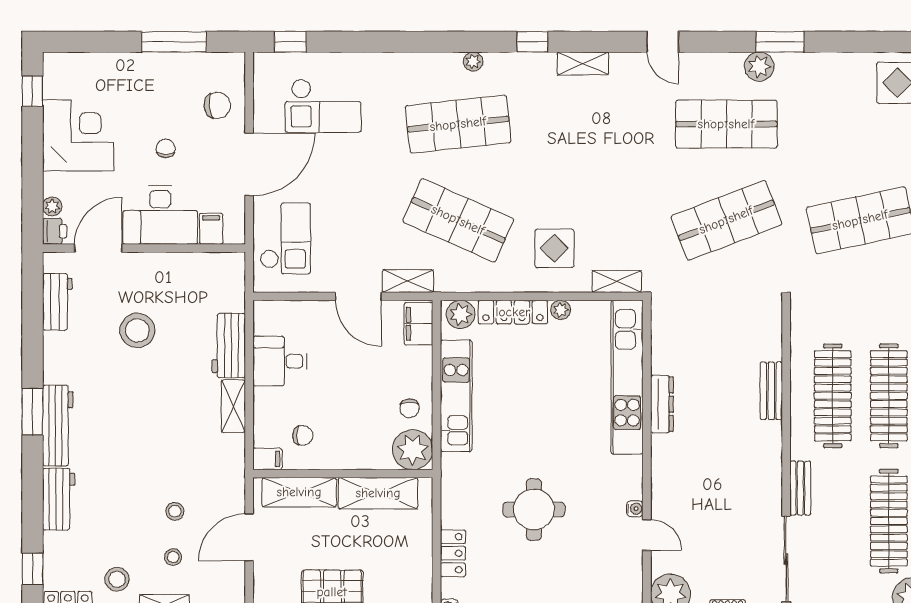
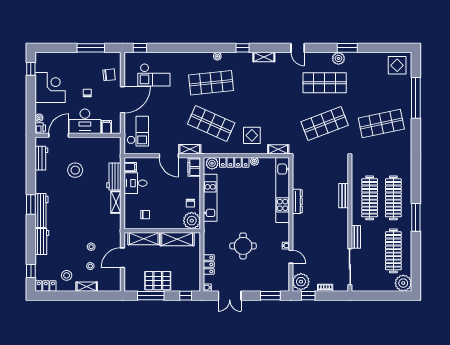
filing cabinet: (267, 459) -> (130, 167), moved

